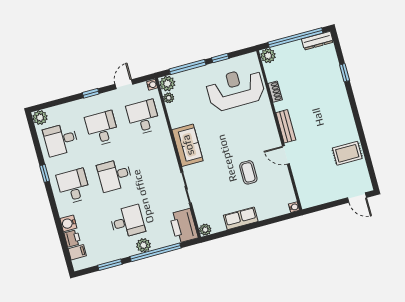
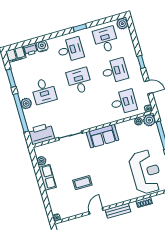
plant: (205, 230) -> (41, 161), moved
filing cabinet: (77, 252) -> (16, 54), width x2.00

